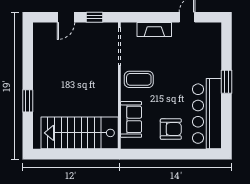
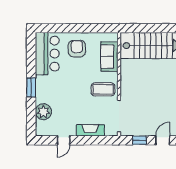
plant: (212, 52) -> (43, 112), added
bar counter: (207, 114) -> (47, 54), width x0.73
armchair: (171, 129) -> (77, 49), turned 90

